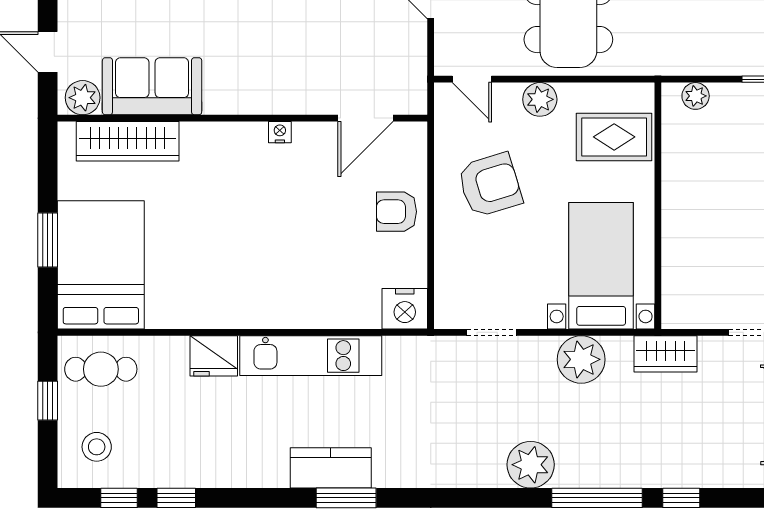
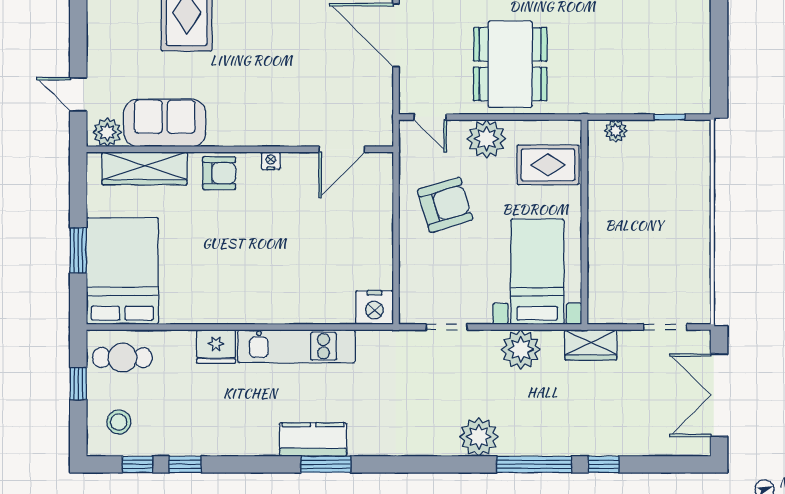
plant: (540, 99) -> (486, 139), width x1.36, depth x1.36
armchair: (397, 212) -> (219, 173), moved, turned 180

